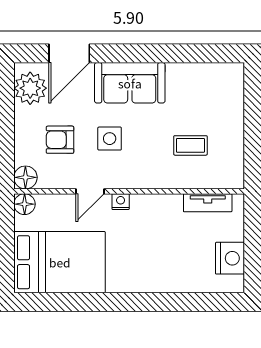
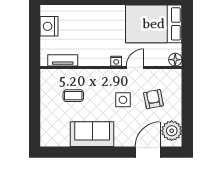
sofa: (130, 83) -> (92, 134), moved
armchair: (60, 140) -> (153, 99), turned -101
floor lamp: (25, 177) -> (175, 76), removed

